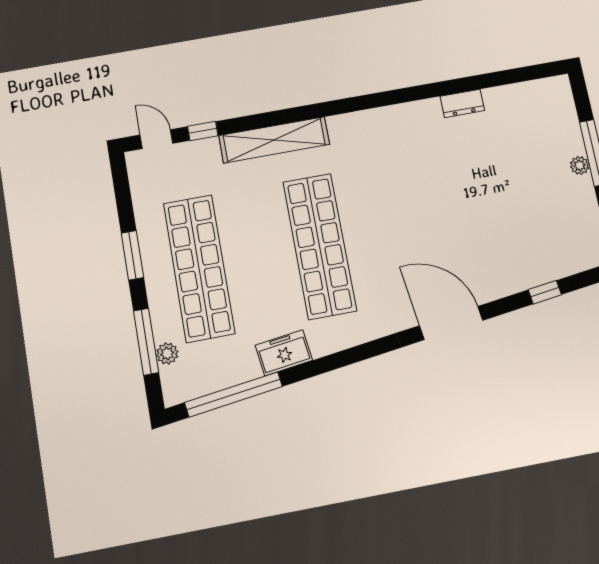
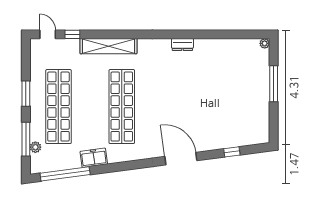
dresser: (462, 103) -> (182, 44), moved
plant: (580, 165) -> (265, 43), moved

